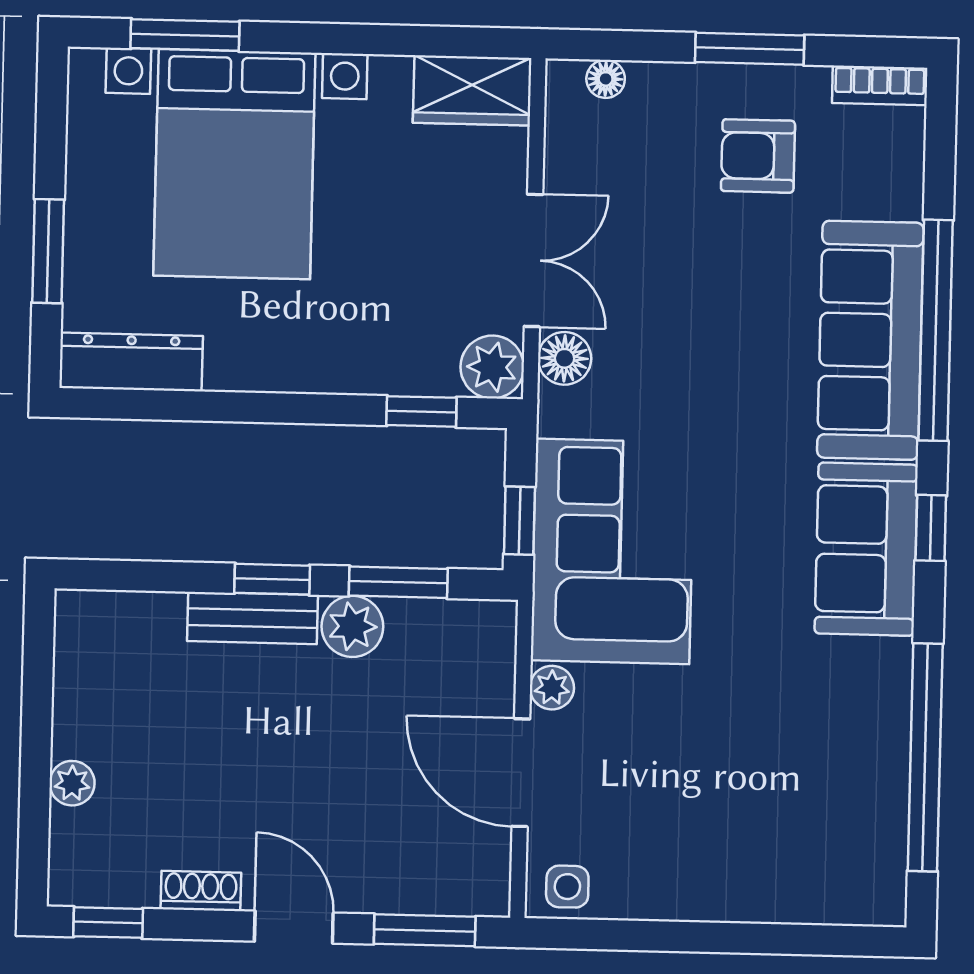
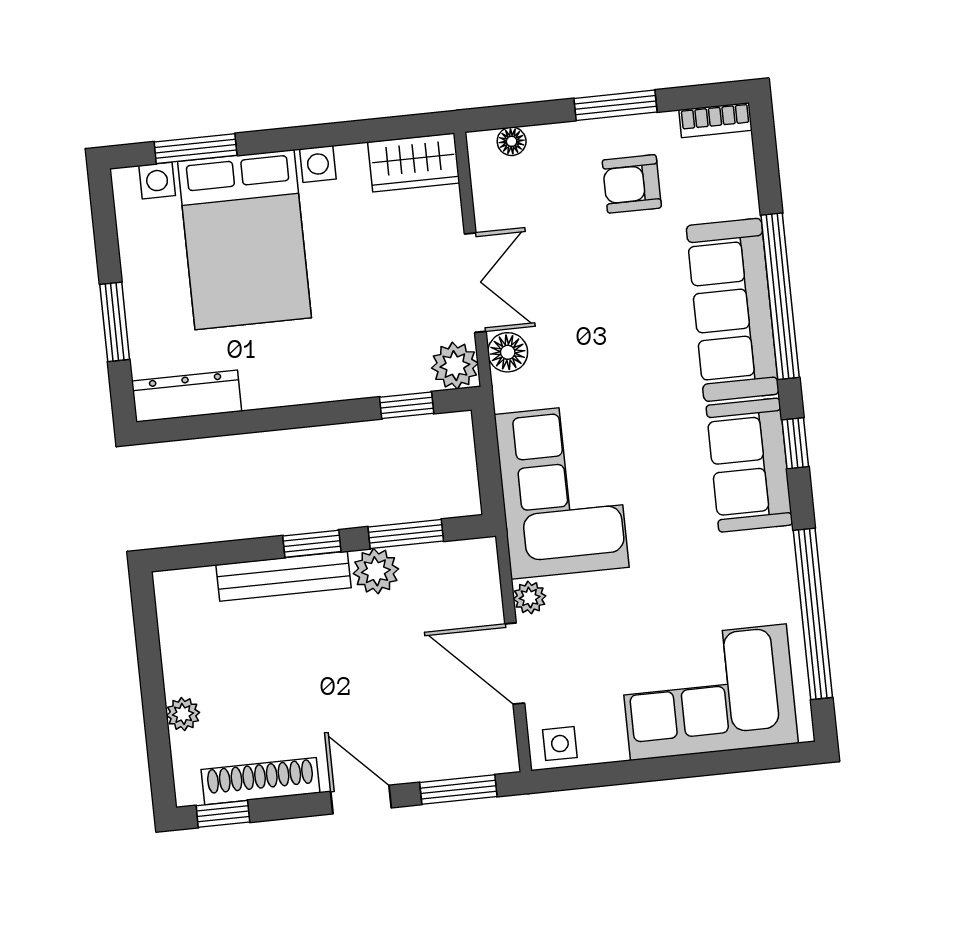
window: (519, 521) -> (490, 477), removed
bench: (252, 618) -> (284, 576), width x1.36
corner sofa: (773, 844) -> (708, 692), added
shoe rack: (201, 891) -> (260, 781), width x1.94, depth x1.24

